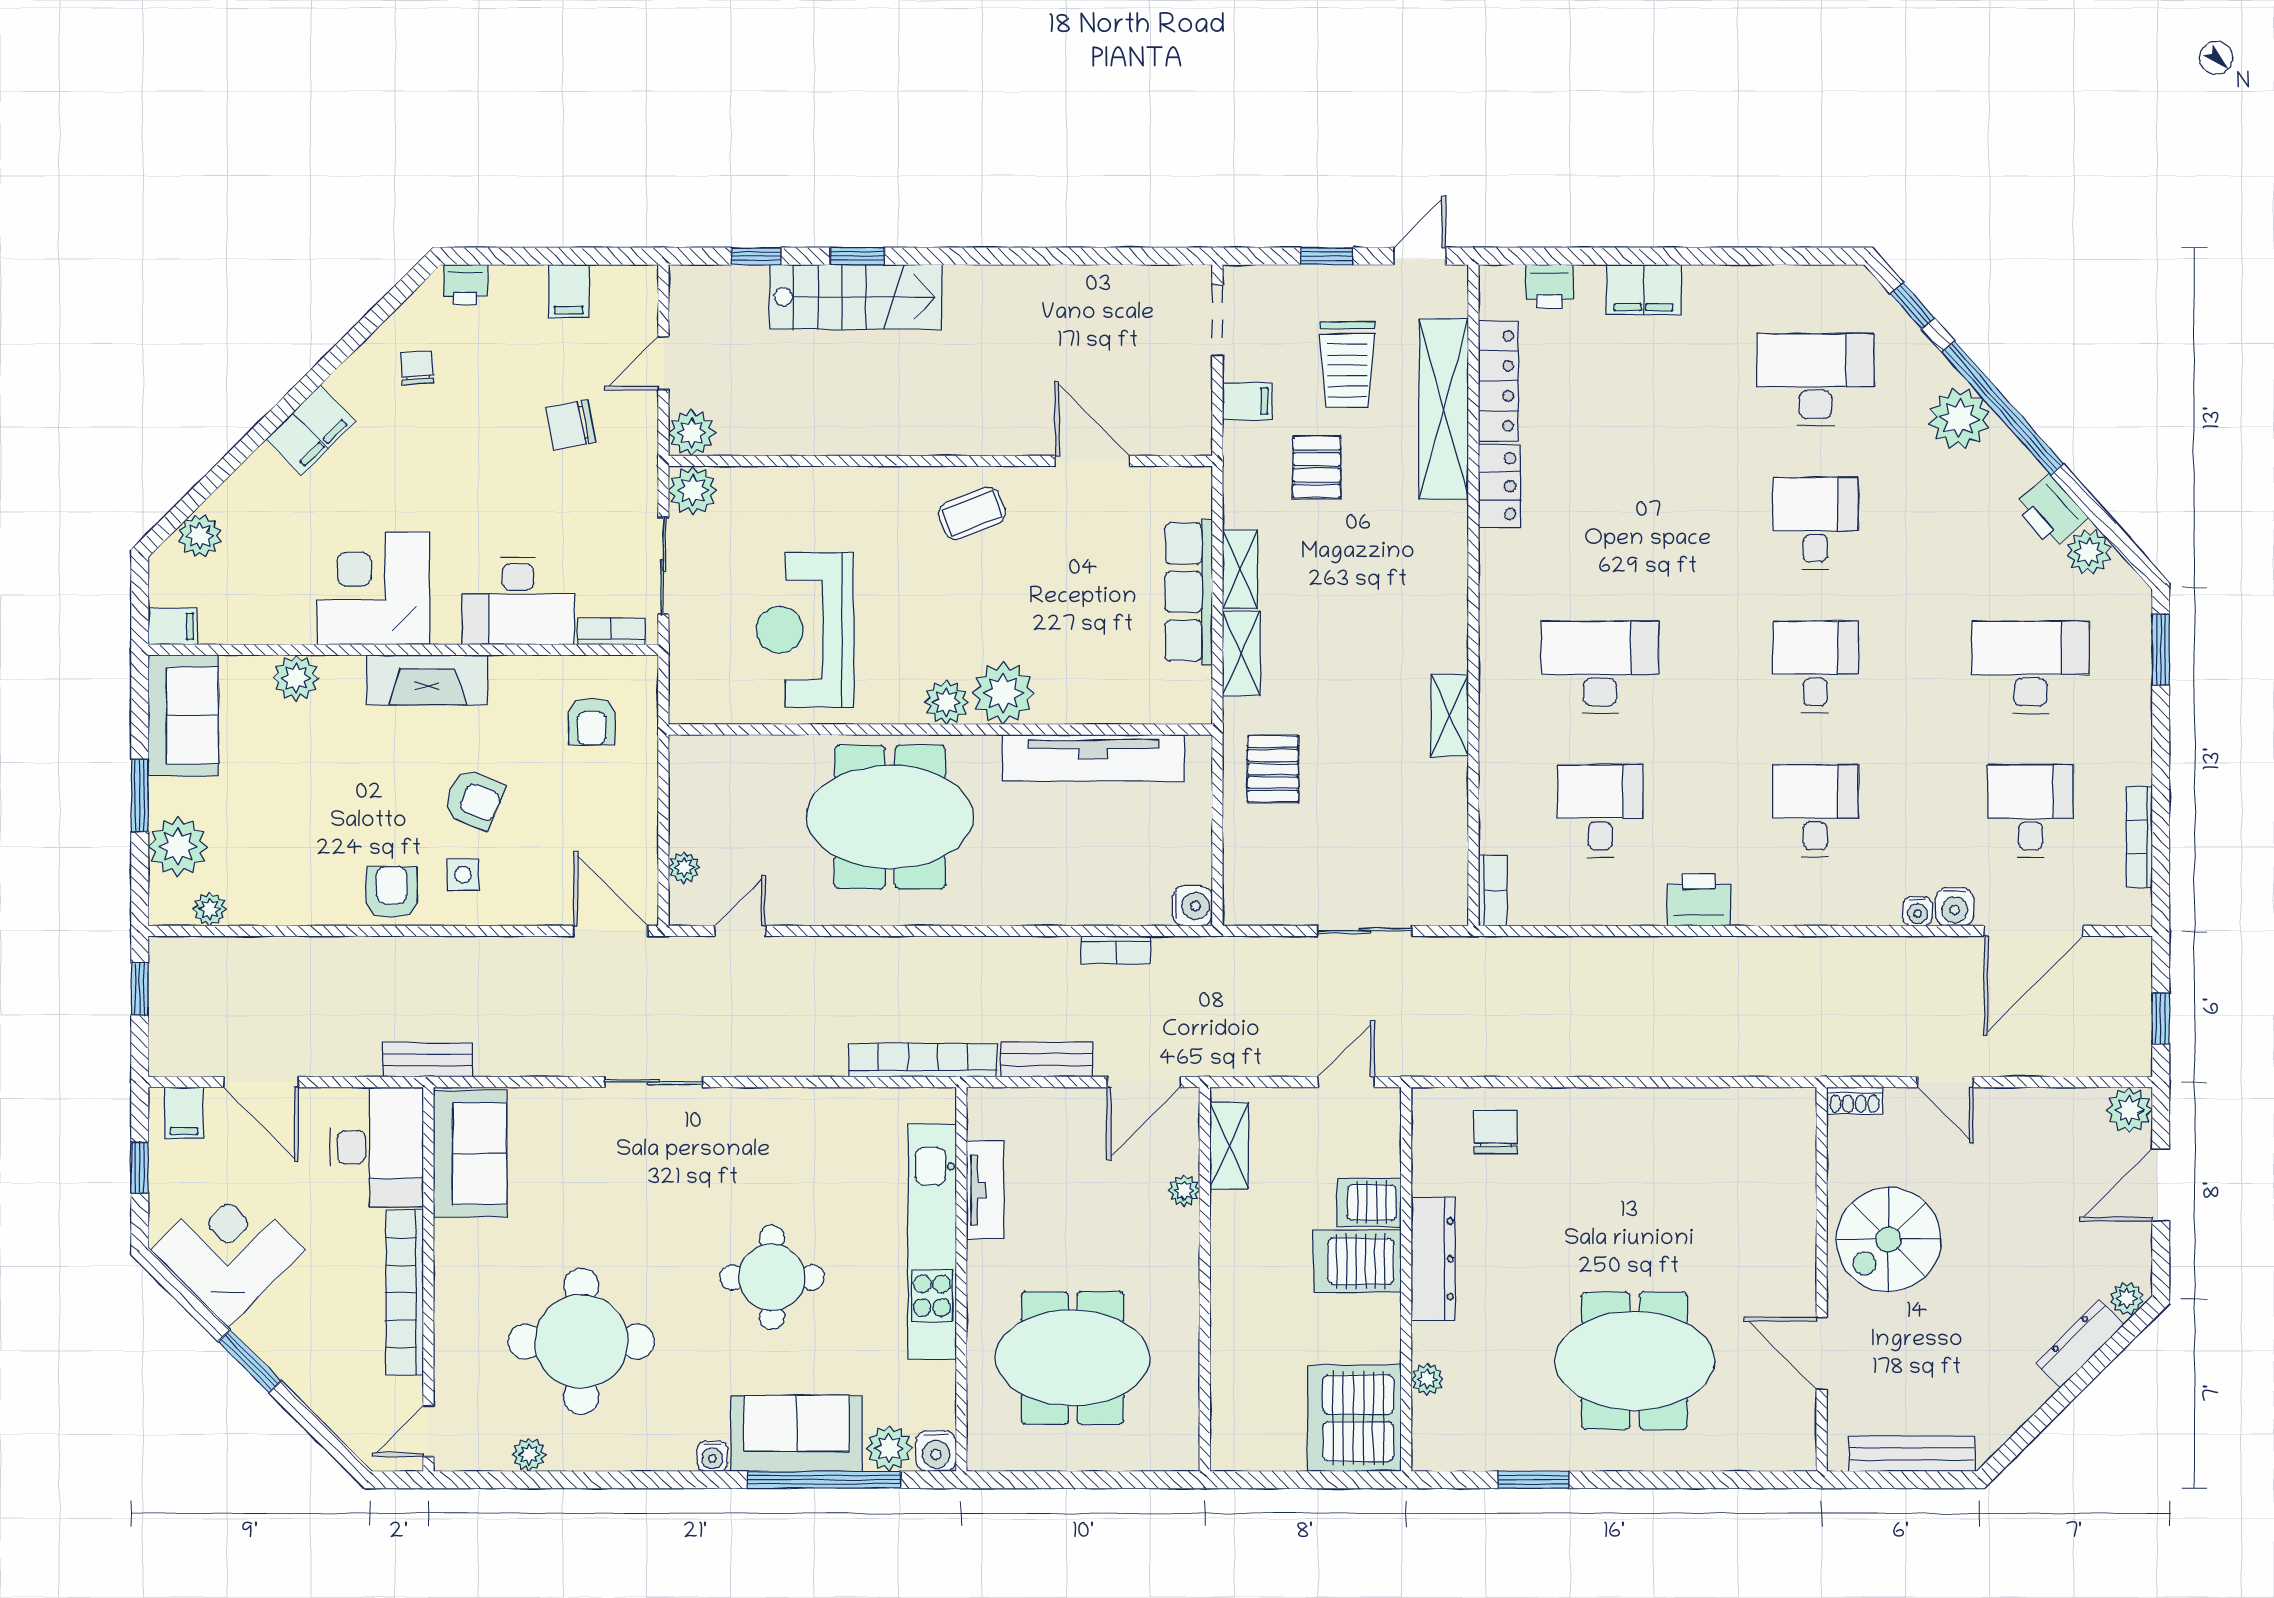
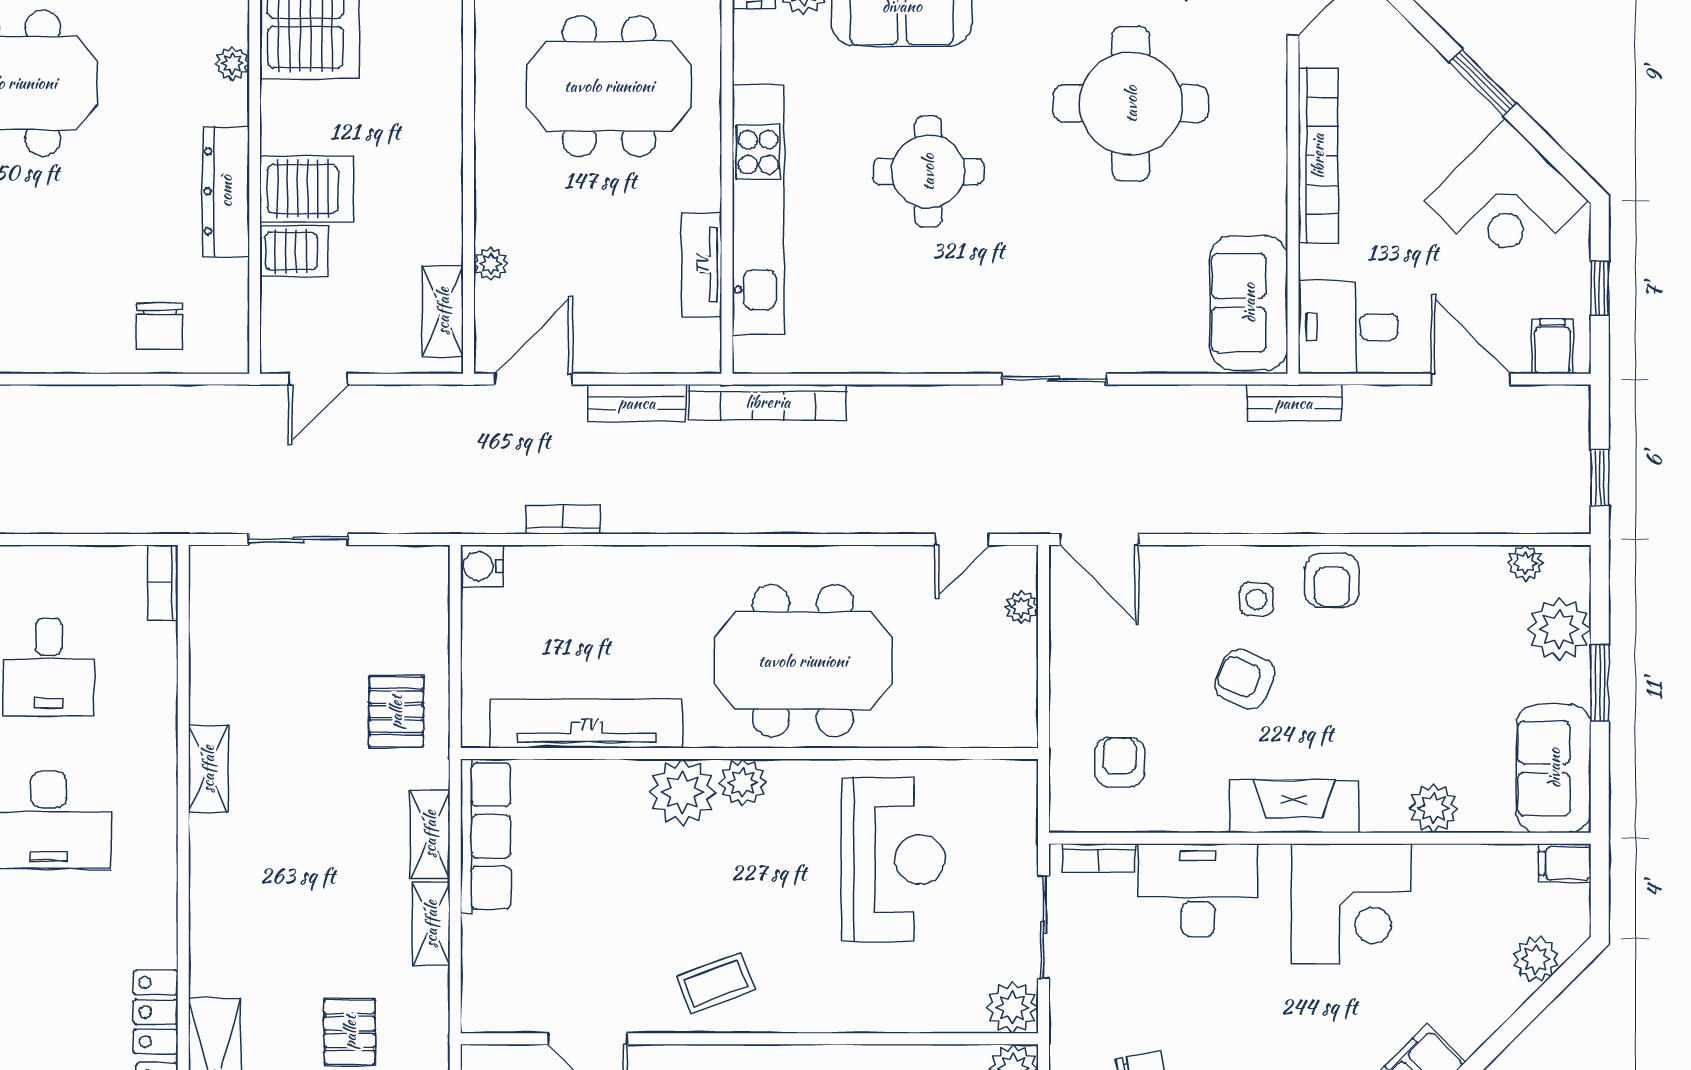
row of seats: (1189, 592) -> (486, 836), moved
desk: (377, 1147) -> (1348, 327), width x0.73

